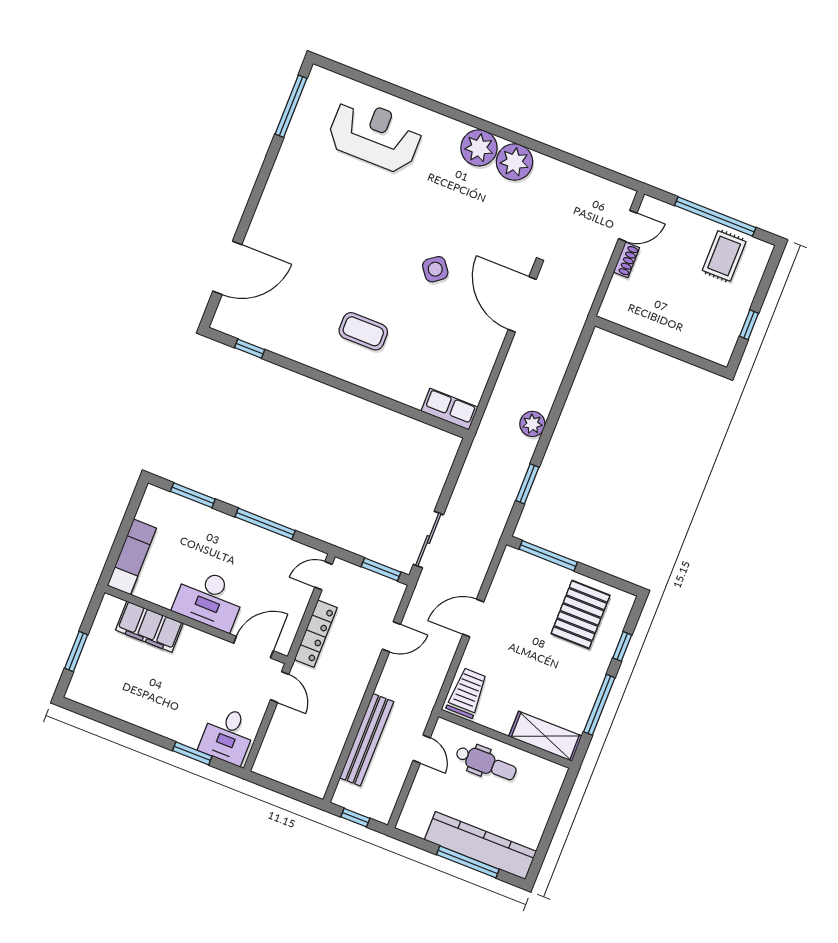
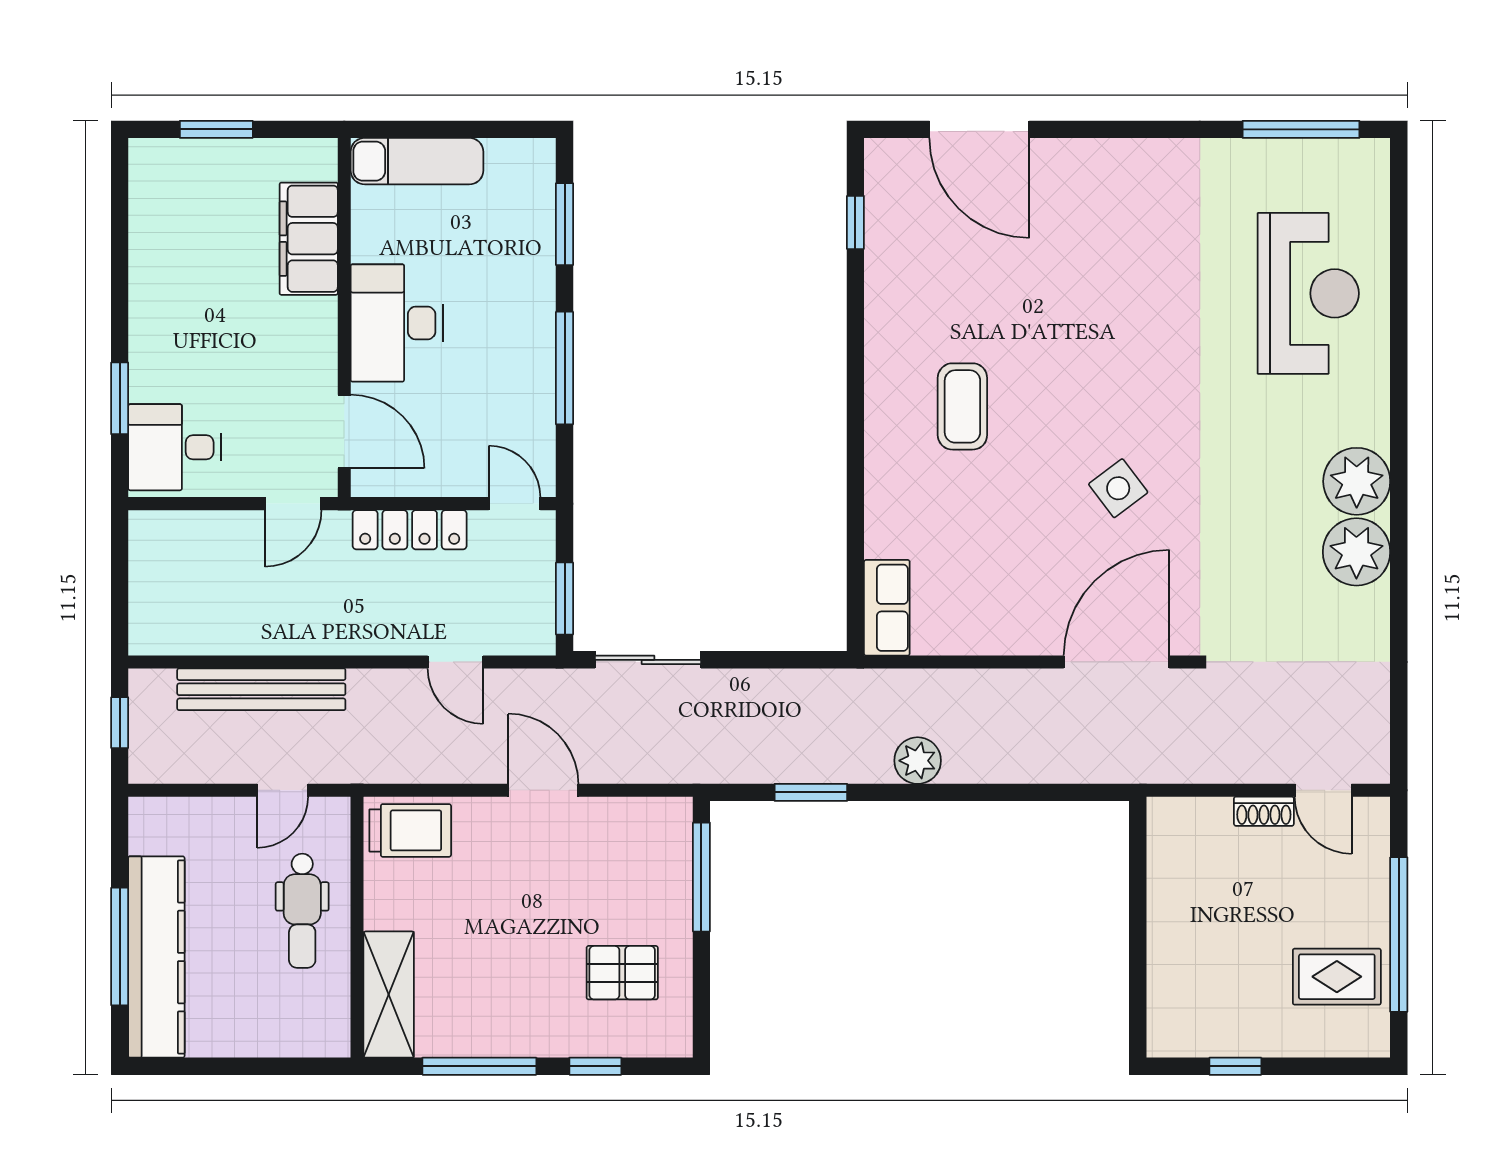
pallet: (581, 614) -> (622, 973), width x0.67, depth x0.71

